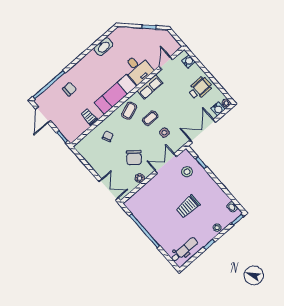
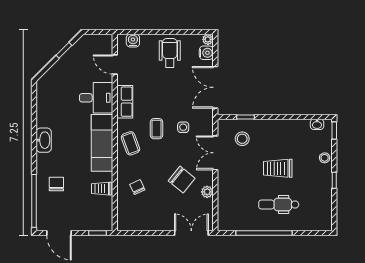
washbasin: (103, 47) -> (44, 140), moved
trolley: (188, 206) -> (278, 168), turned 90
dental chair: (184, 250) -> (279, 204), moved, turned -90

